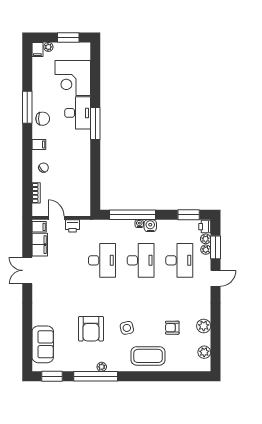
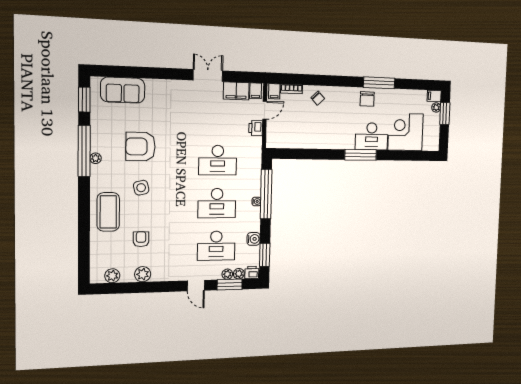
window: (68, 37) -> (445, 113), moved
filing cabinet: (39, 144) -> (274, 91), moved
water cooler: (150, 226) -> (254, 239), moved

